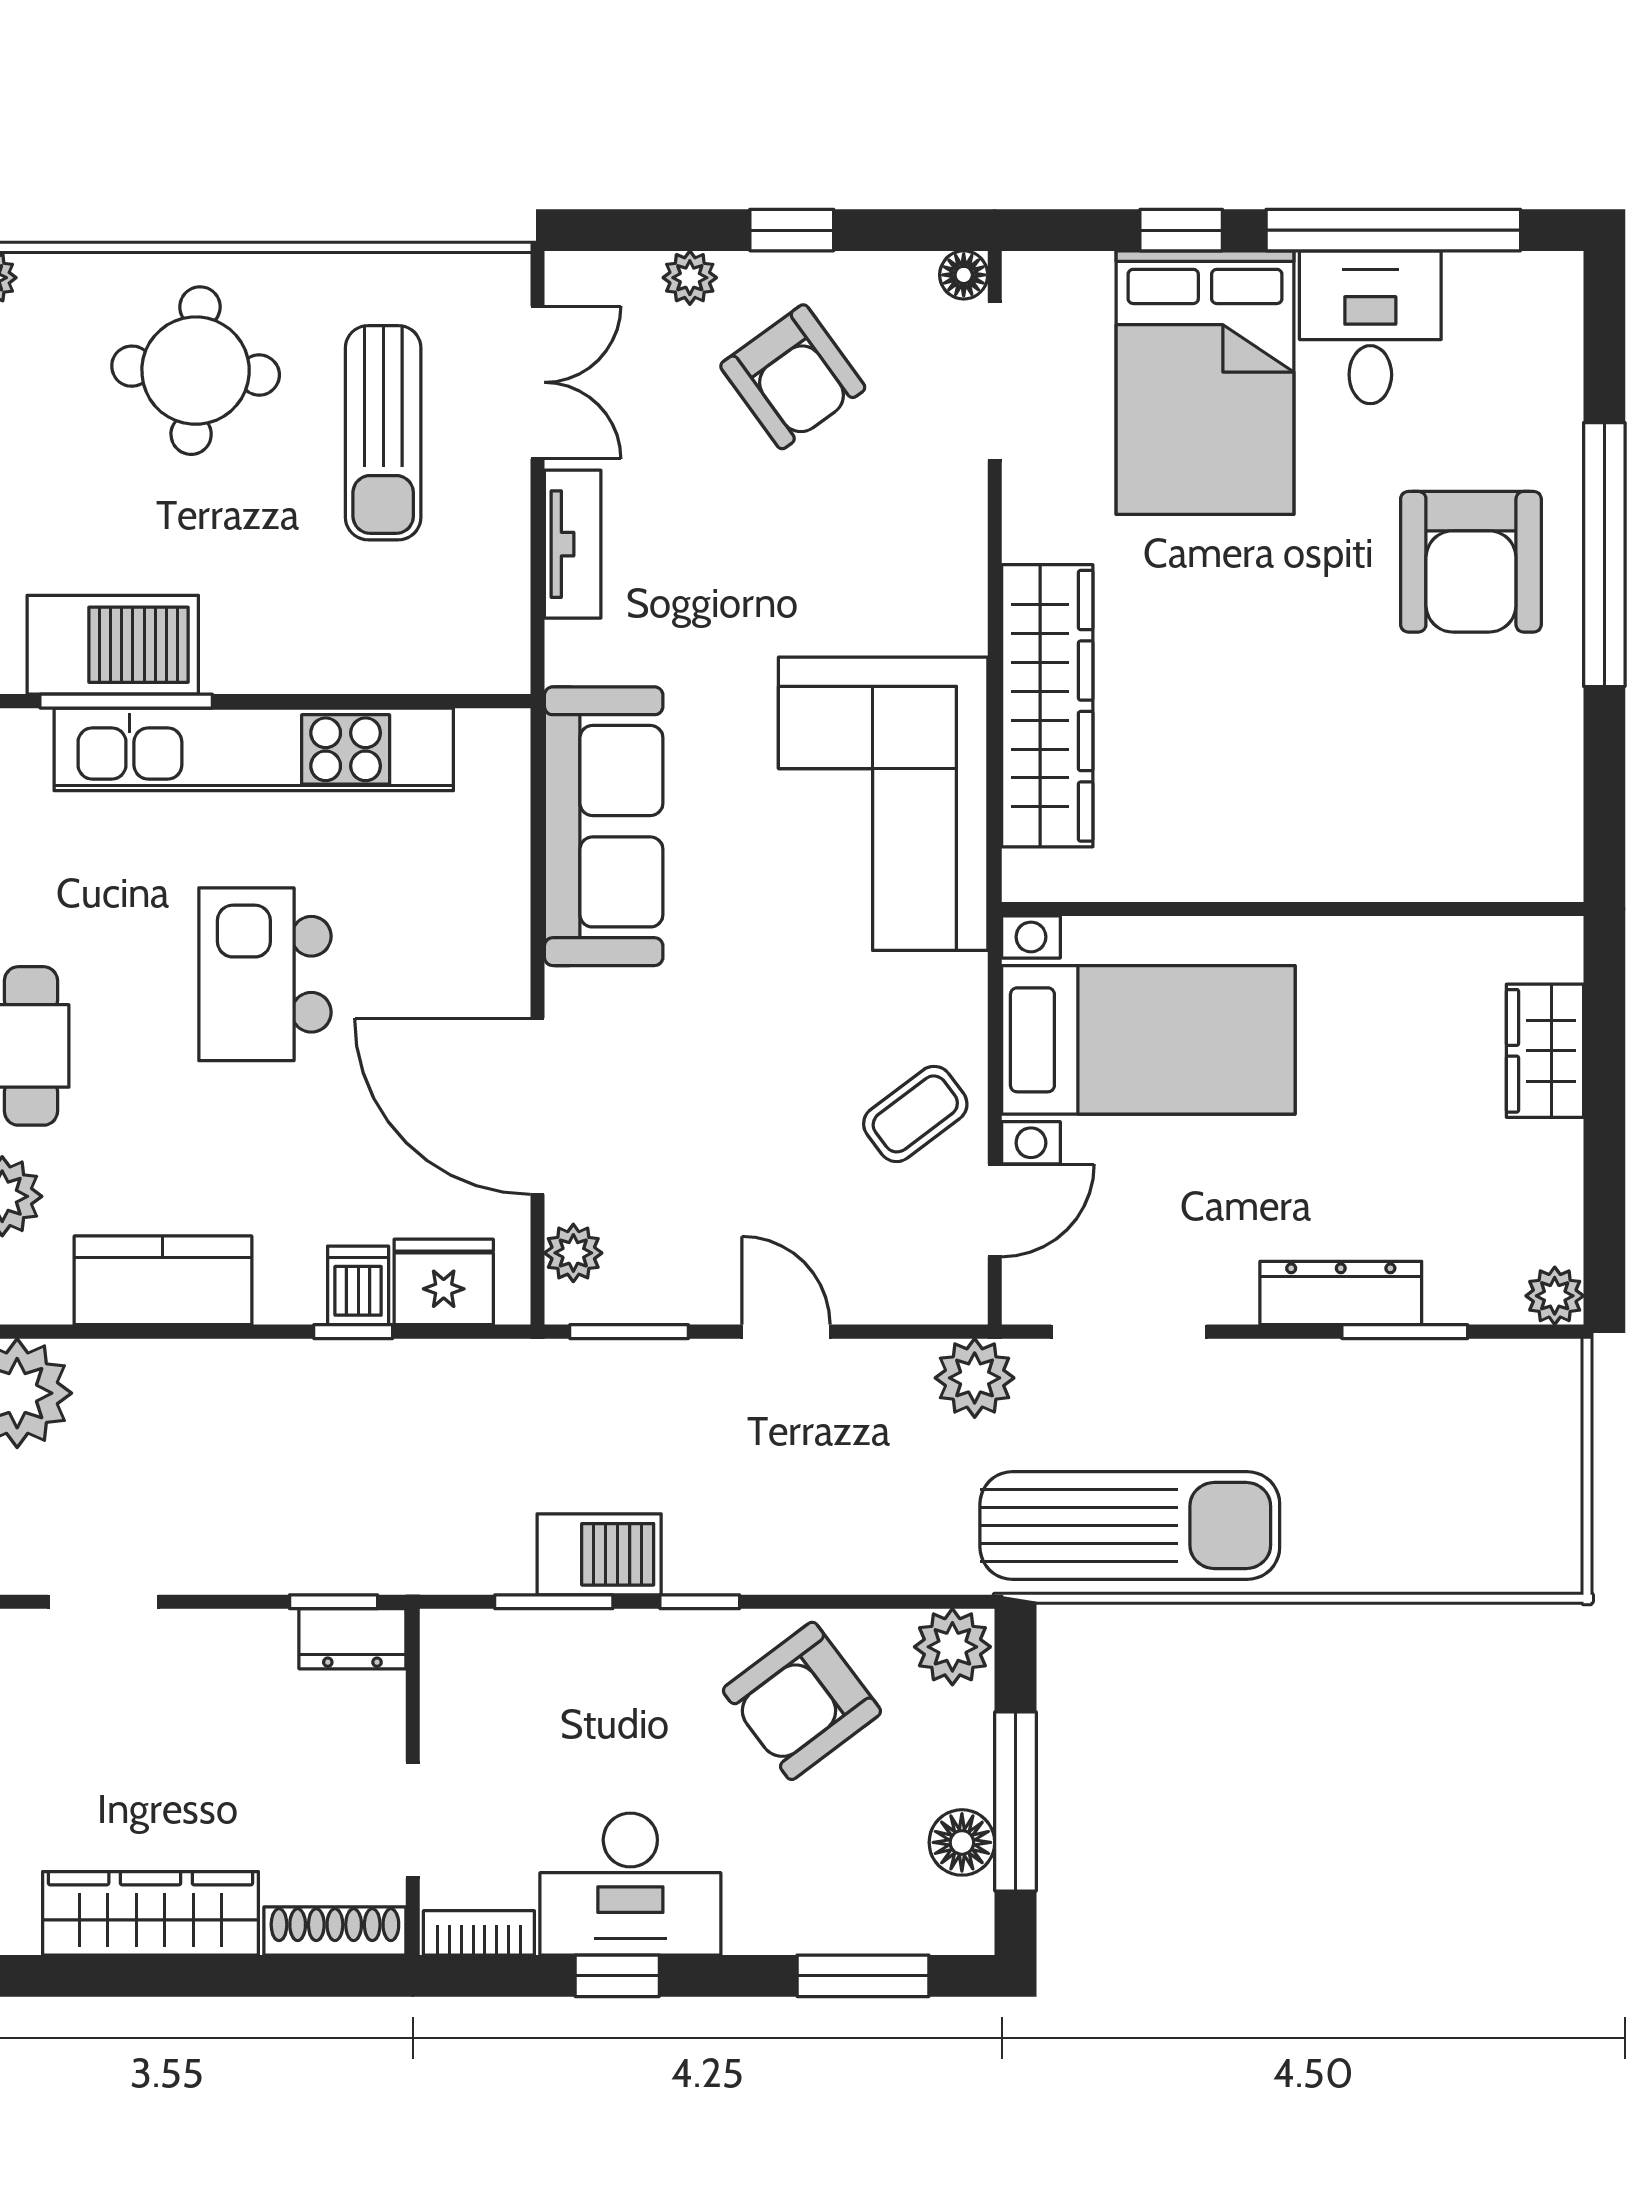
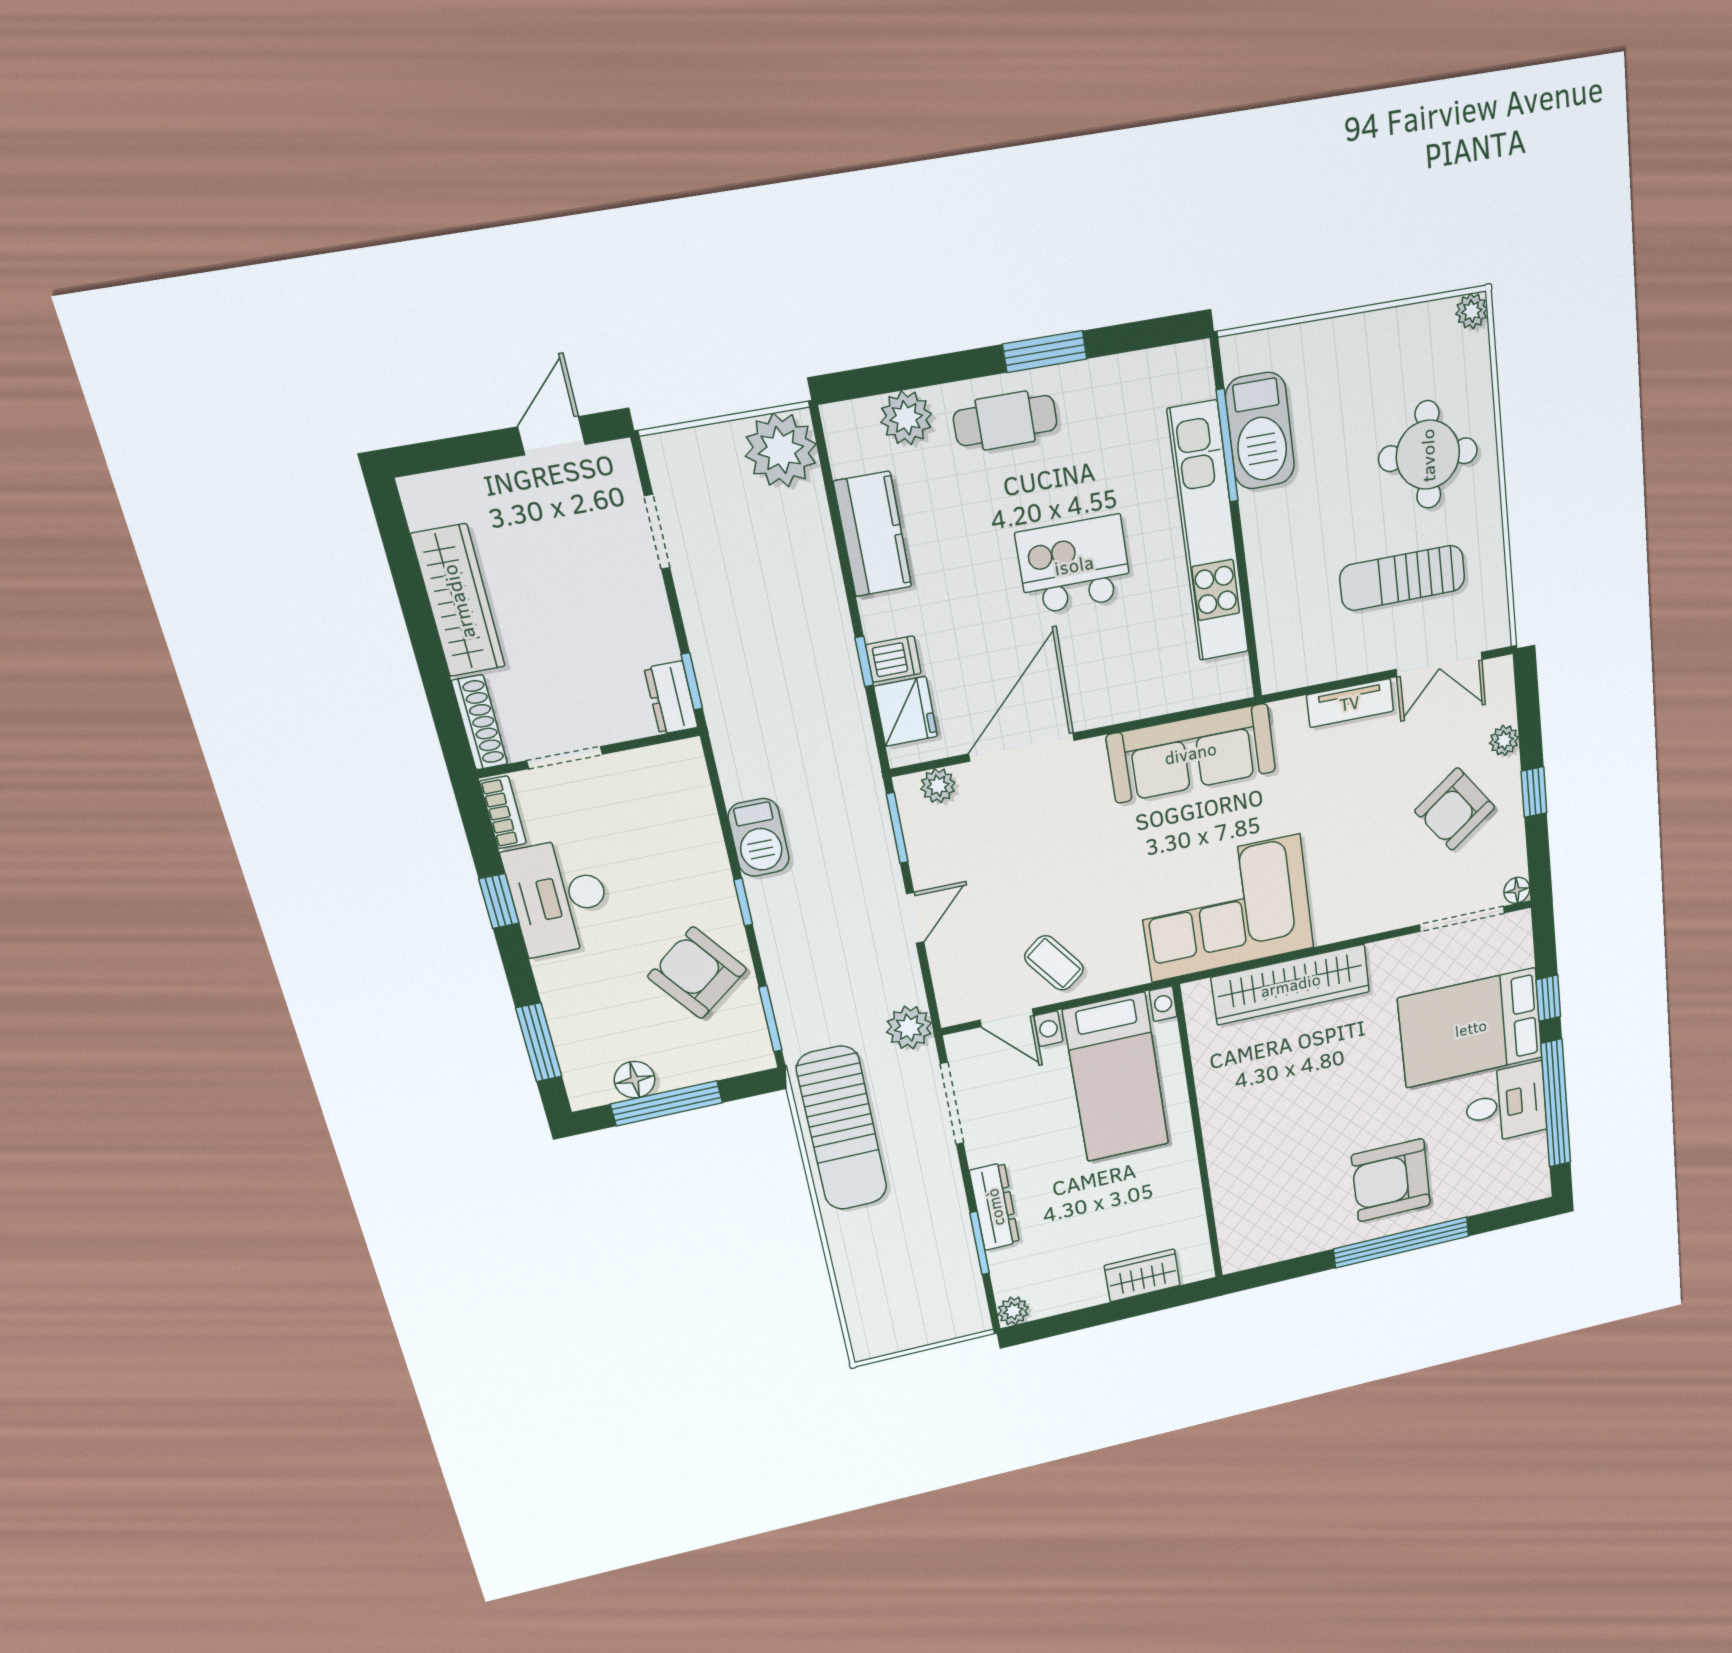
window: (554, 1602) -> (770, 1019), moved
plant: (952, 1647) -> (750, 1049), removed

